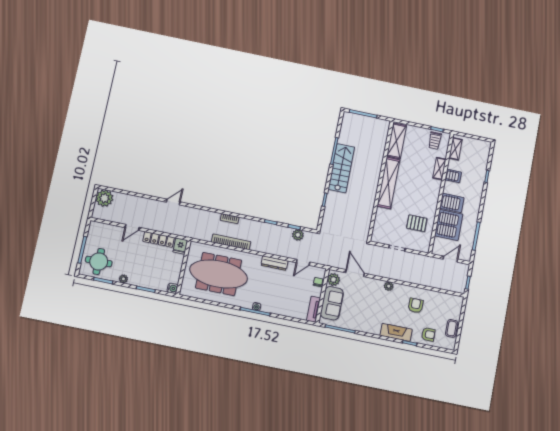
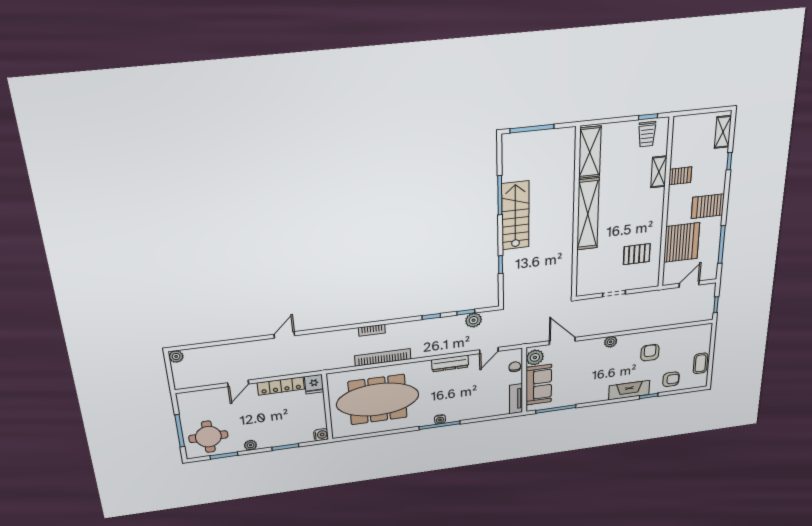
shelving: (455, 149) -> (723, 132), moved
plant: (104, 198) -> (176, 356), width x0.53, depth x0.53
server rack: (452, 203) -> (708, 206), moved, turned 180

